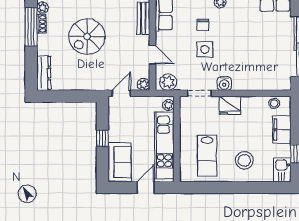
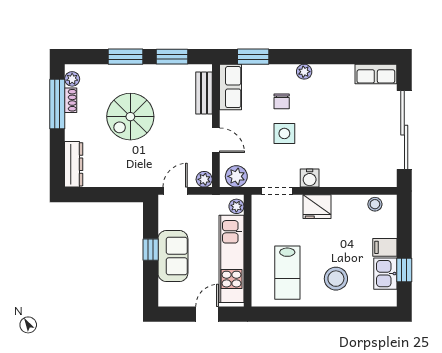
filing cabinet: (282, 130) -> (385, 247), width x0.50
sofa: (120, 162) -> (173, 256), moved
kitchen sink: (282, 170) -> (385, 274), moved

